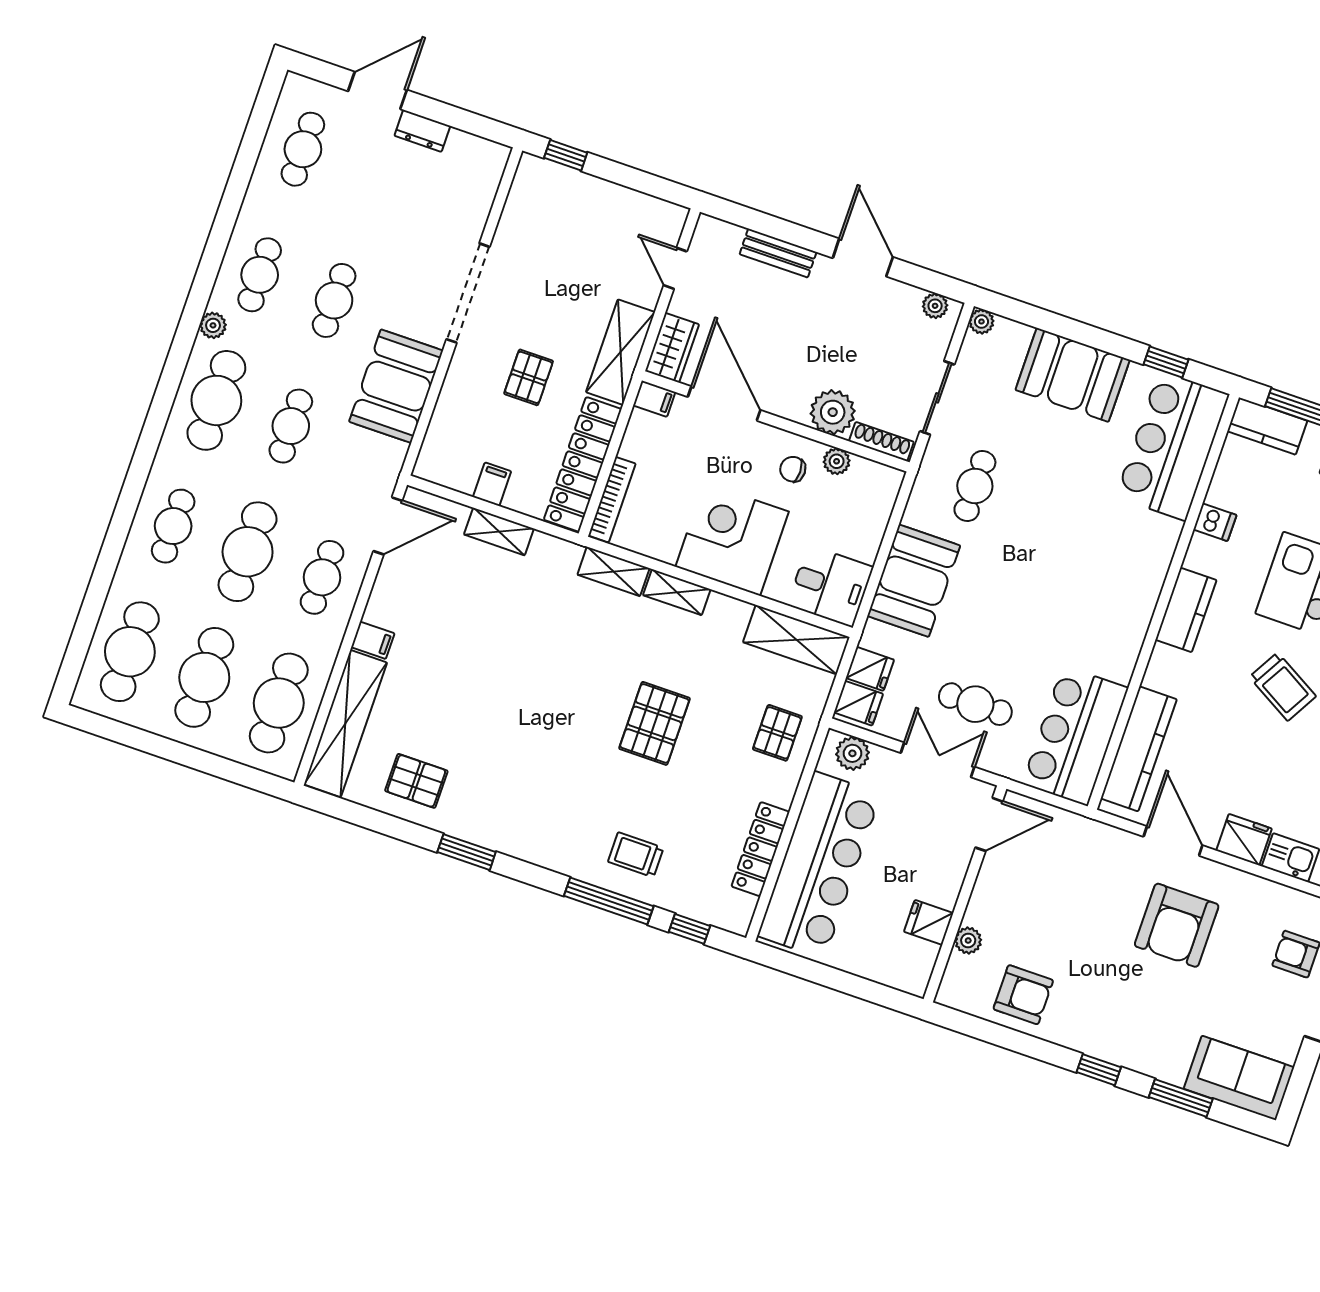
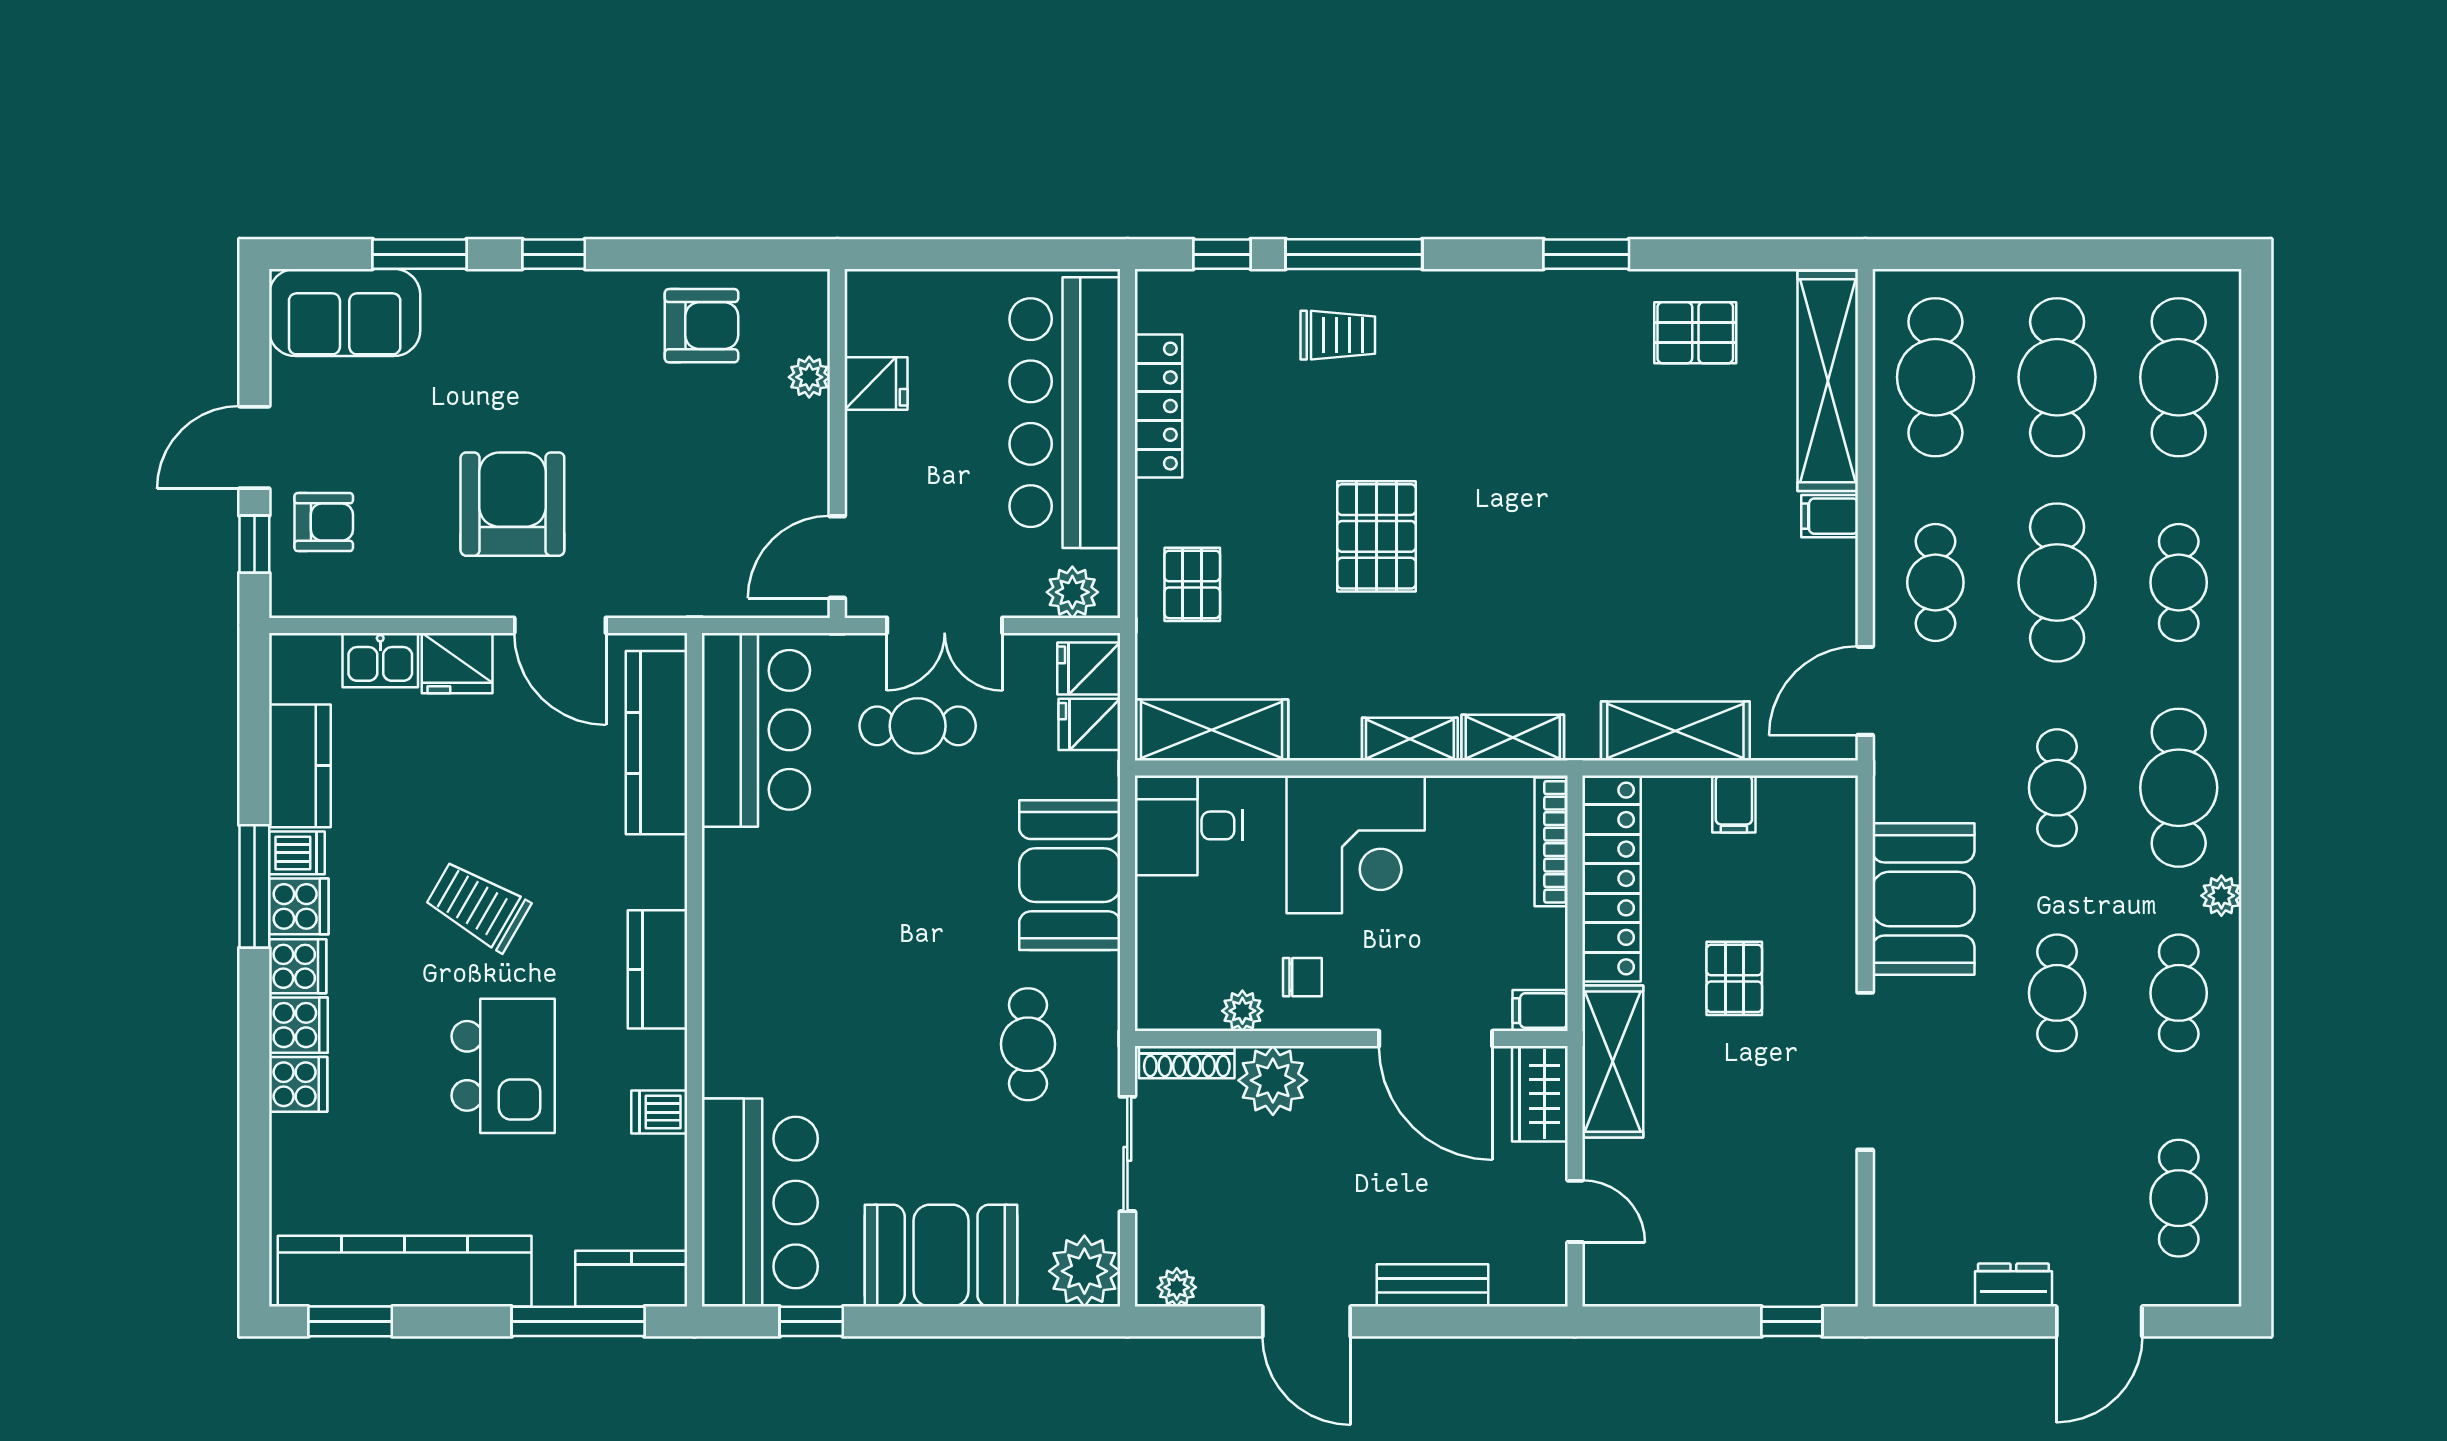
plant: (981, 322) -> (1084, 1271), width x1.88, depth x1.88
shelving: (499, 532) -> (1675, 731), width x1.50, depth x1.33
armchair: (1023, 995) -> (702, 326), turned 180

